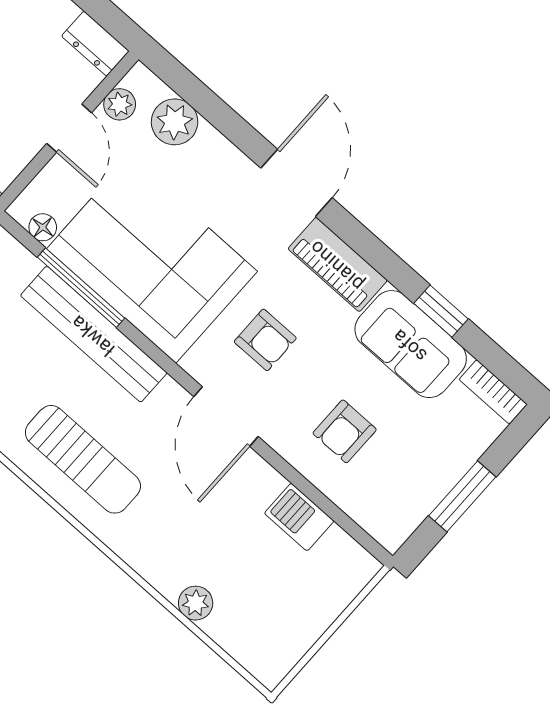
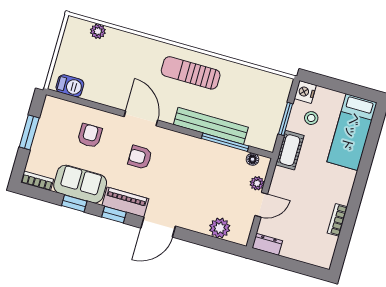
plant: (120, 104) -> (257, 183), moved
door: (69, 128) -> (261, 205), swing flipped
door: (297, 183) -> (158, 227), hinge flipped
window: (373, 250) -> (114, 215), added
corner sofa: (152, 260) -> (202, 167), removed
barbecue: (299, 517) -> (70, 86), moved
plant: (196, 603) -> (98, 31), moved

